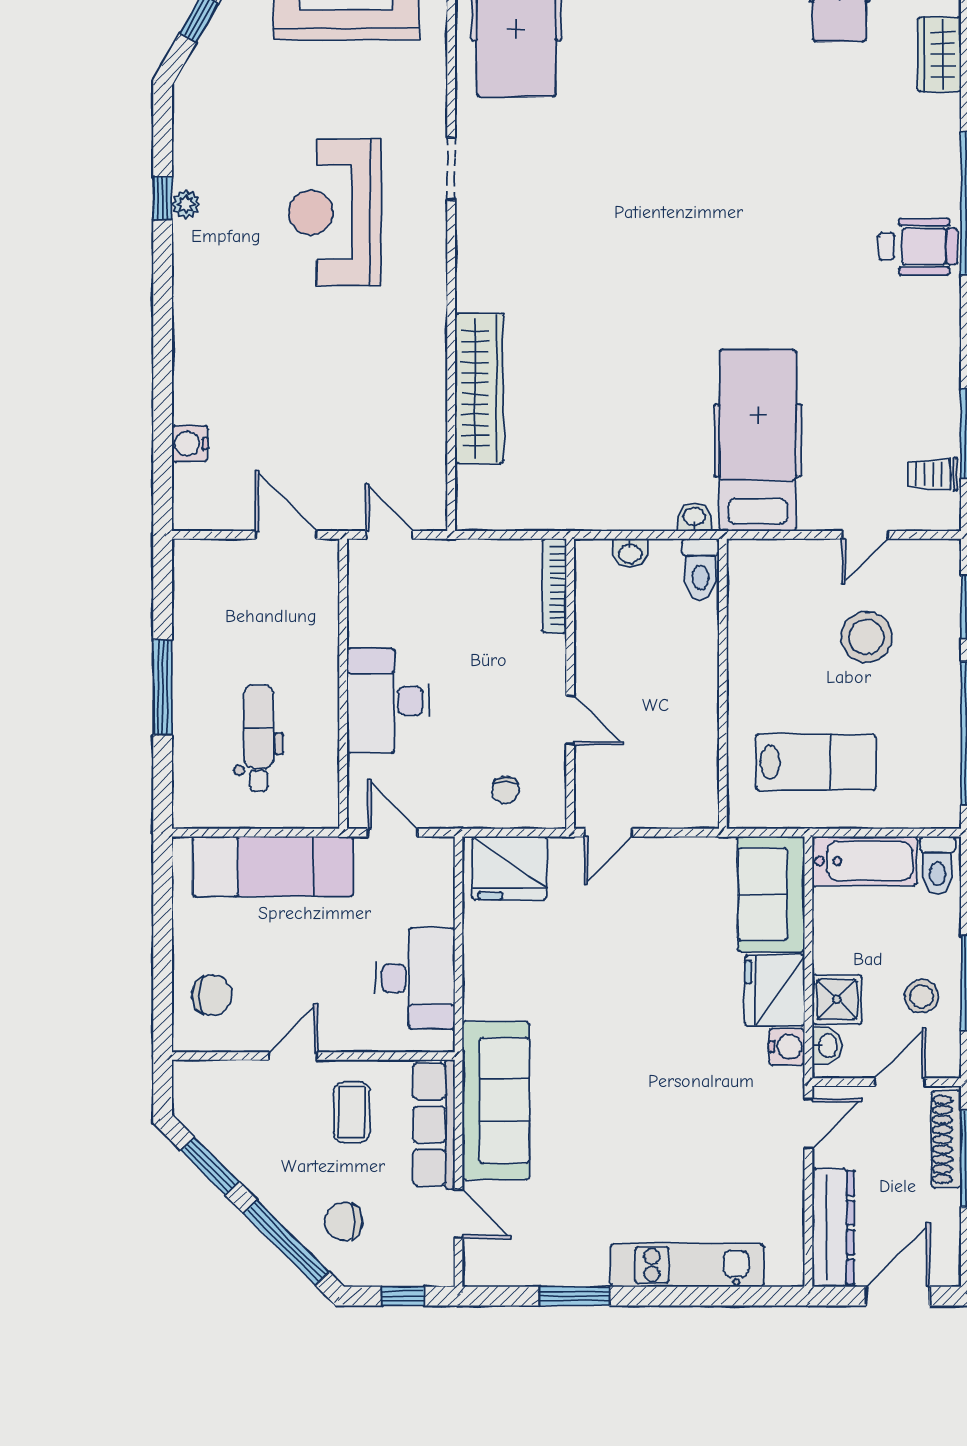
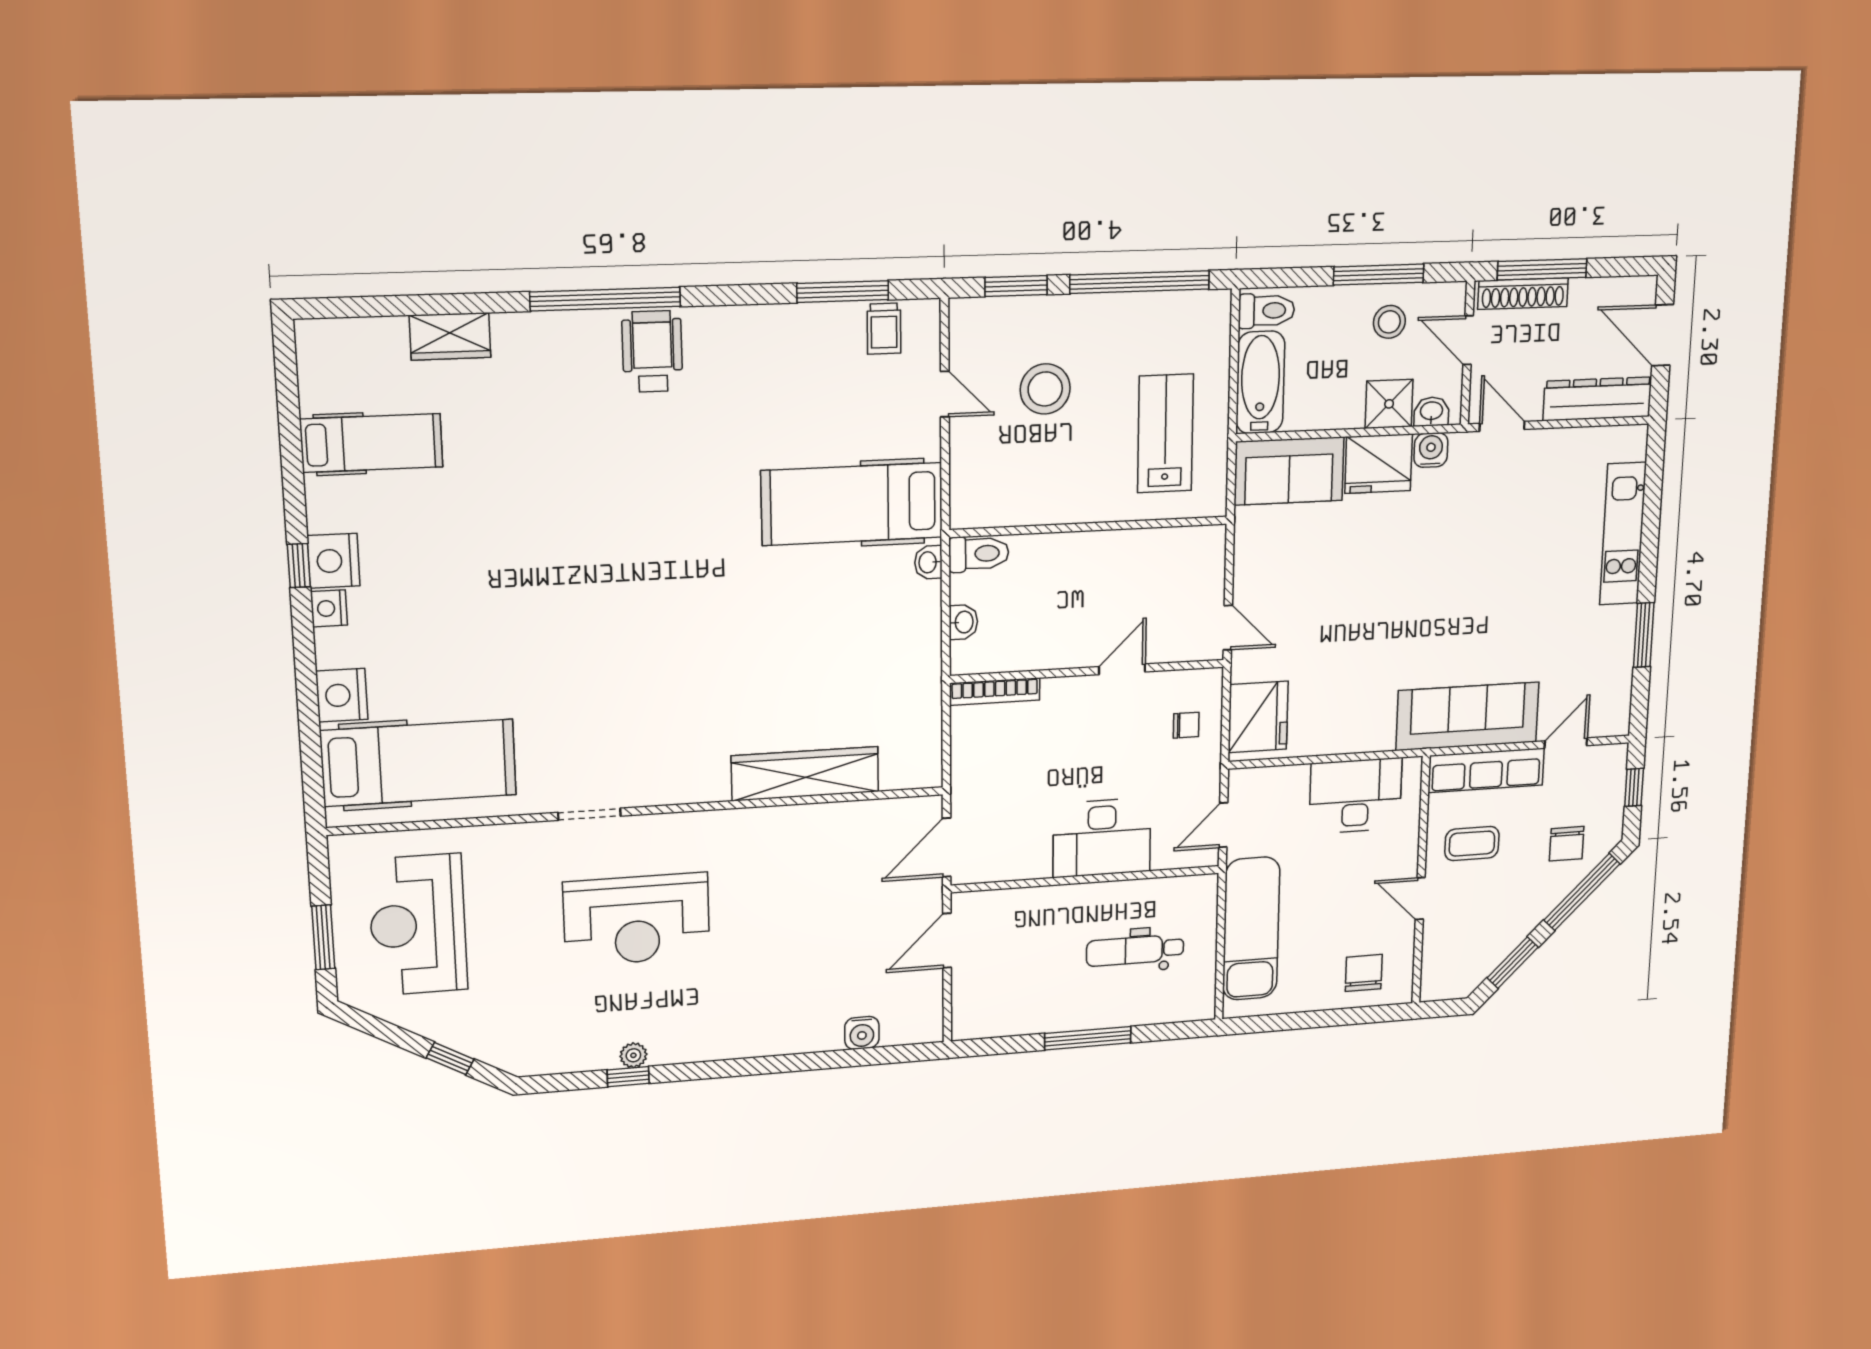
door: (389, 535) -> (947, 847), width x1.38

